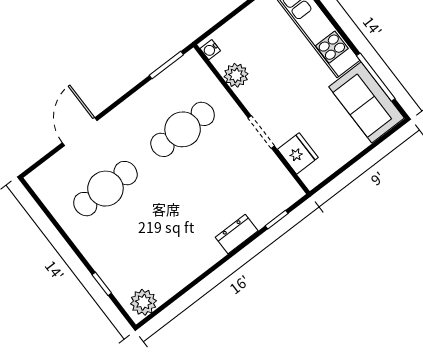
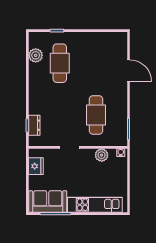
fridge: (298, 153) -> (36, 166), moved, turned -90
cafe table: (105, 189) -> (60, 63), moved
dresser: (237, 234) -> (34, 125), moved
plant: (143, 302) -> (36, 55), moved

